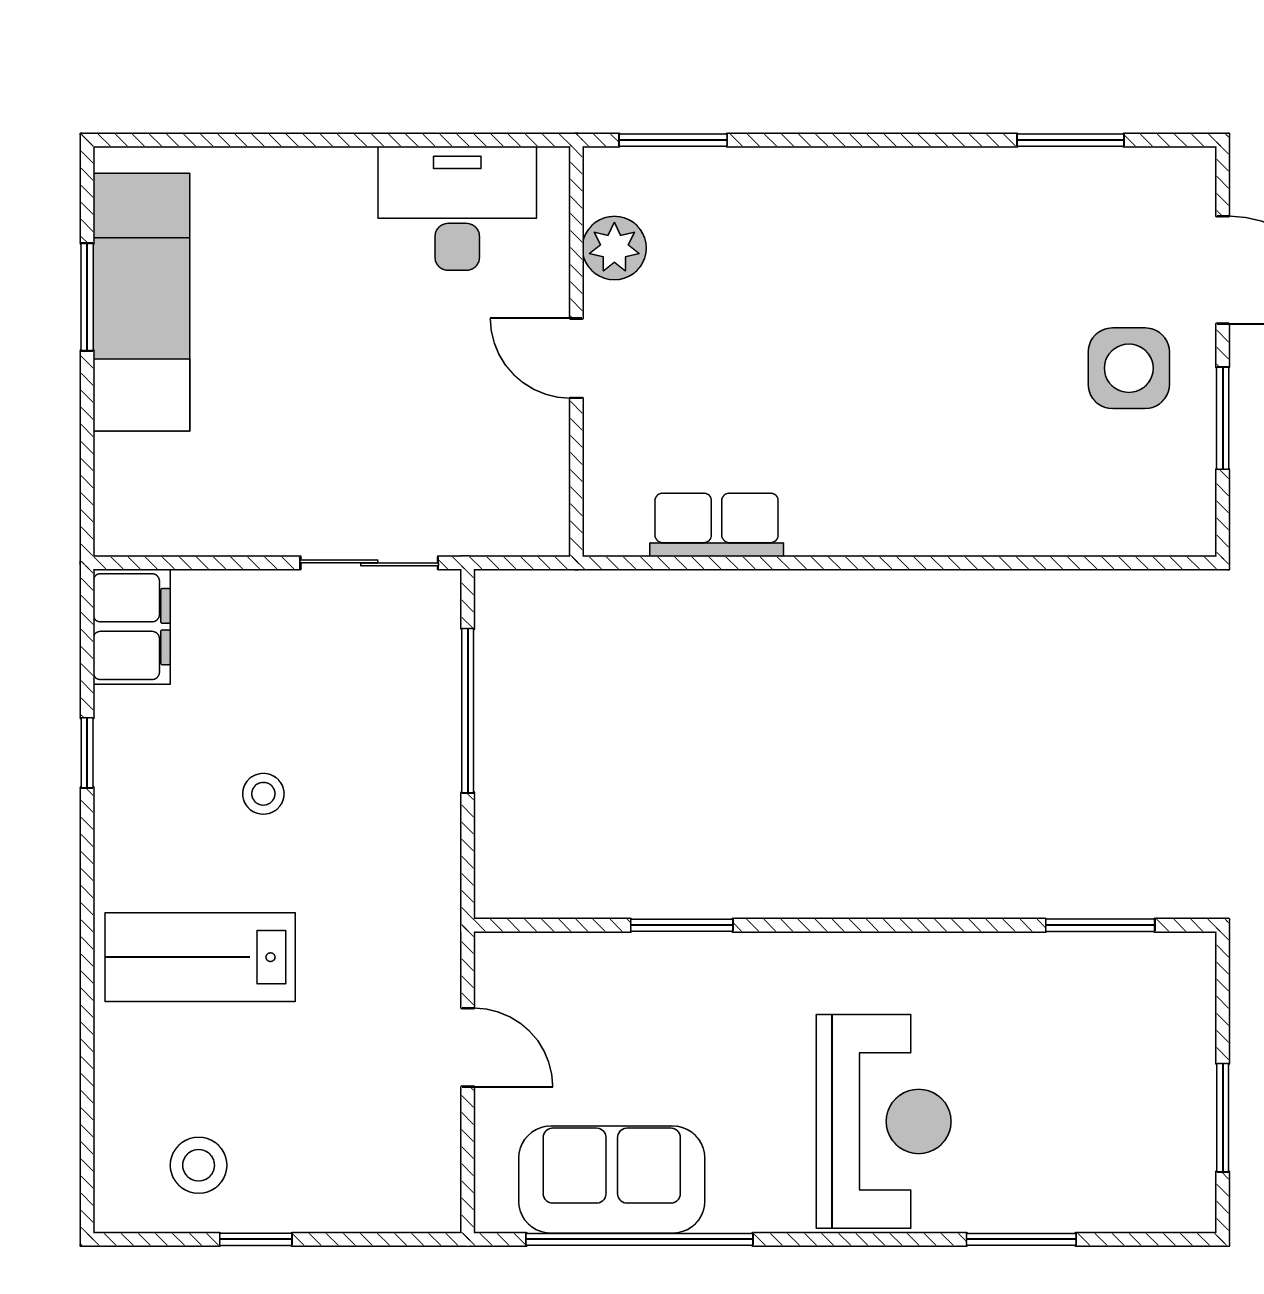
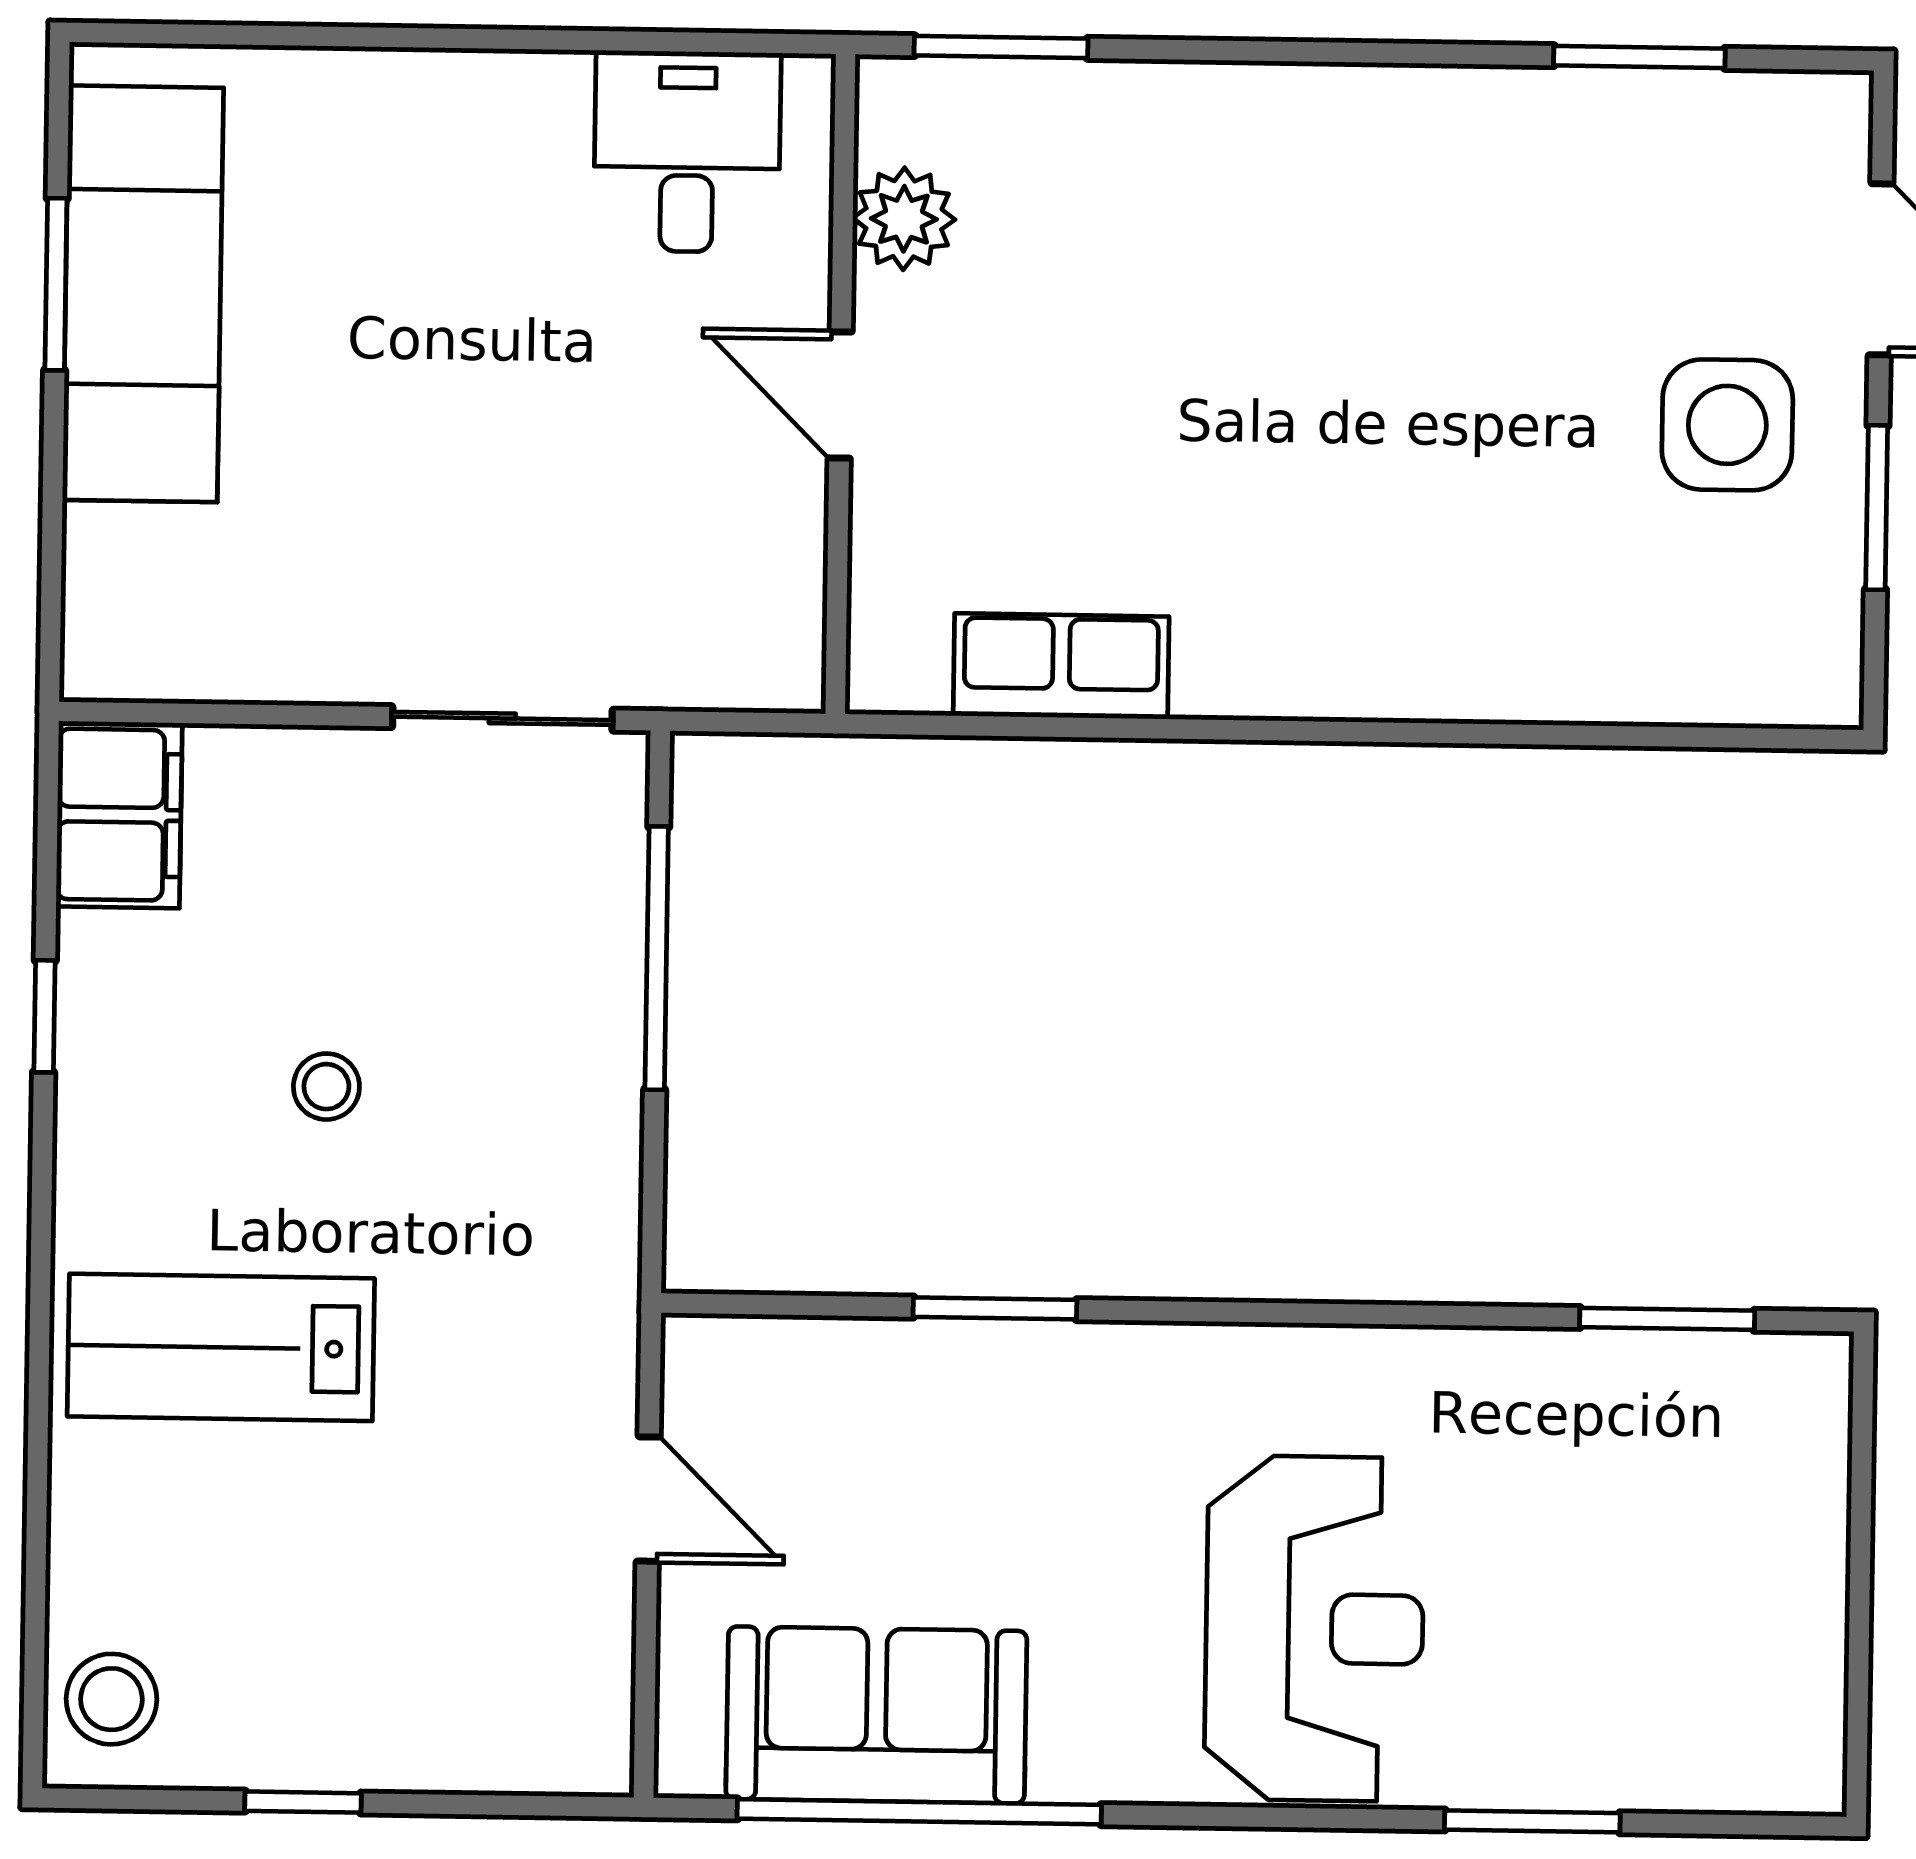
desk: (457, 208) -> (687, 152), width x0.73
window: (1223, 1118) -> (1859, 1631), removed
stool: (199, 1165) -> (111, 1699), moved

